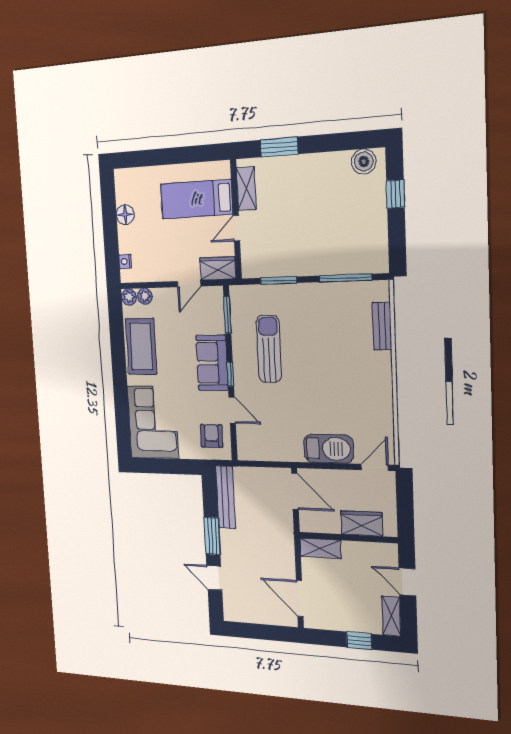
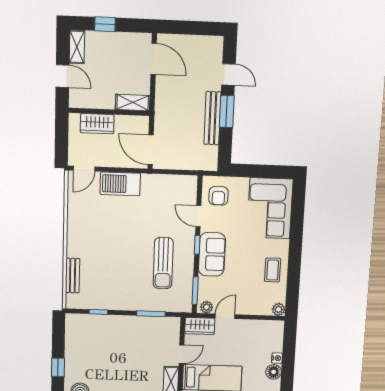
nightstand: (125, 261) -> (277, 358), moved
window: (346, 278) -> (98, 312), width x0.46
plant: (145, 296) -> (207, 307), moved
coffee table: (141, 346) -> (273, 270), width x0.54, depth x0.58
bench: (225, 497) -> (212, 118), moved

